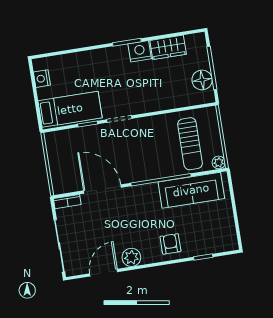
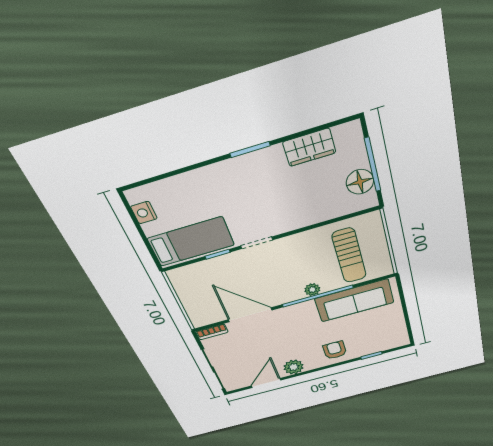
nightstand: (140, 51) -> (270, 159), removed
plant: (219, 162) -> (312, 290), moved

